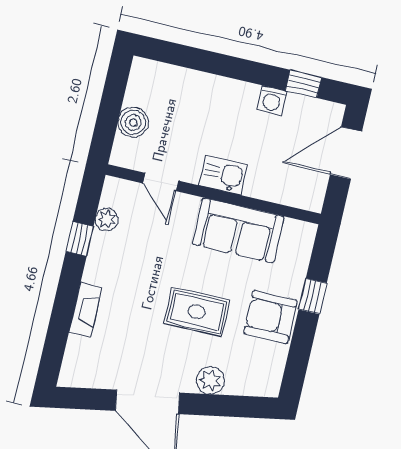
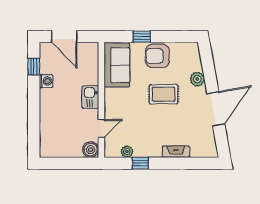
boiler: (133, 122) -> (91, 150), moved
sofa: (238, 230) -> (117, 65), moved
rug: (197, 312) -> (164, 94), turned 90
armchair: (270, 317) -> (157, 56), turned 90

